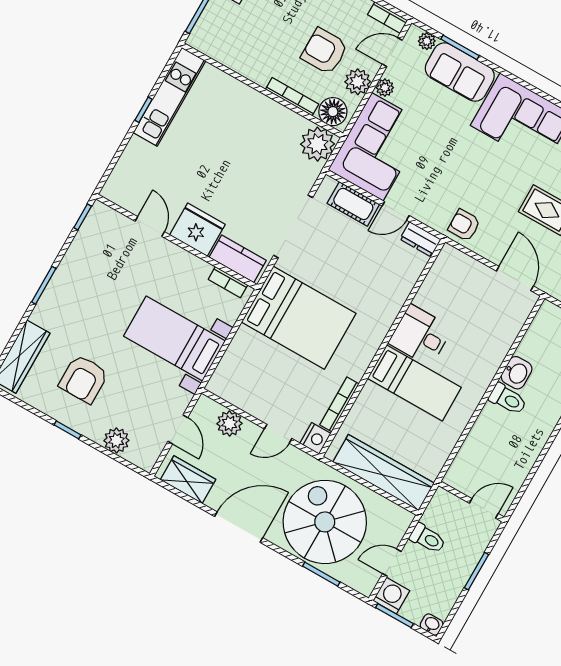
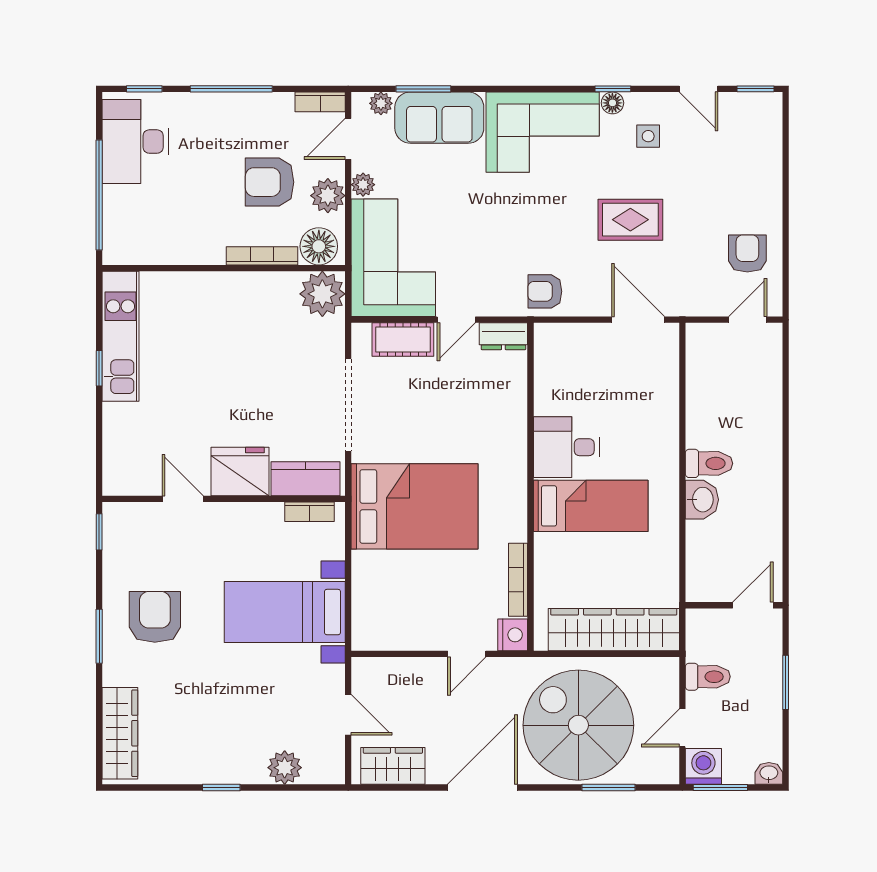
washbasin: (517, 373) -> (702, 500), moved
armchair: (84, 379) -> (155, 617), moved, turned 180
plant: (229, 423) -> (404, 674), removed

